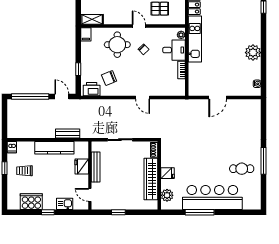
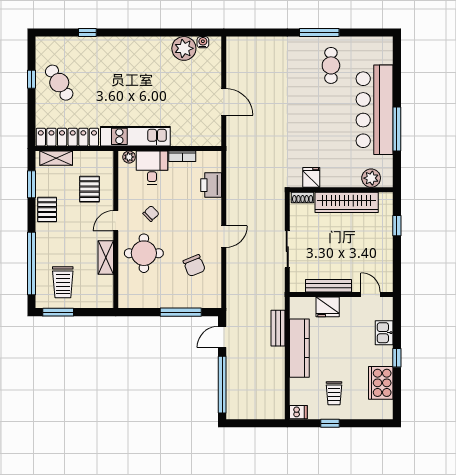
shelving: (92, 19) -> (106, 257), moved
filing cabinet: (86, 34) -> (128, 300), removed
plant: (253, 53) -> (184, 48), moved
window: (78, 69) -> (181, 312), width x2.17
printer: (92, 89) -> (211, 185), moved
door: (143, 98) -> (224, 237), moved
fridge: (168, 173) -> (311, 177), moved
door: (90, 195) -> (371, 295), swing flipped
window: (118, 212) -> (397, 226), moved

